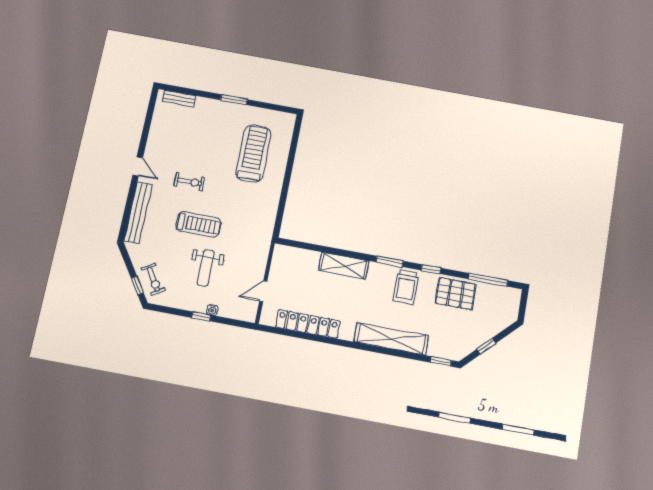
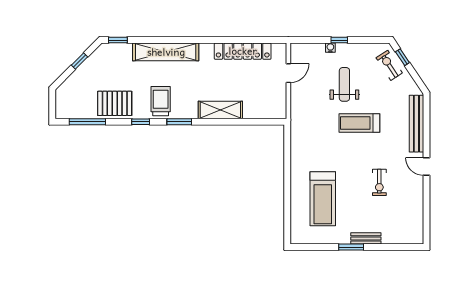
bench: (179, 99) -> (366, 238), moved
exercise bike: (189, 182) -> (379, 182), moved, turned -90

